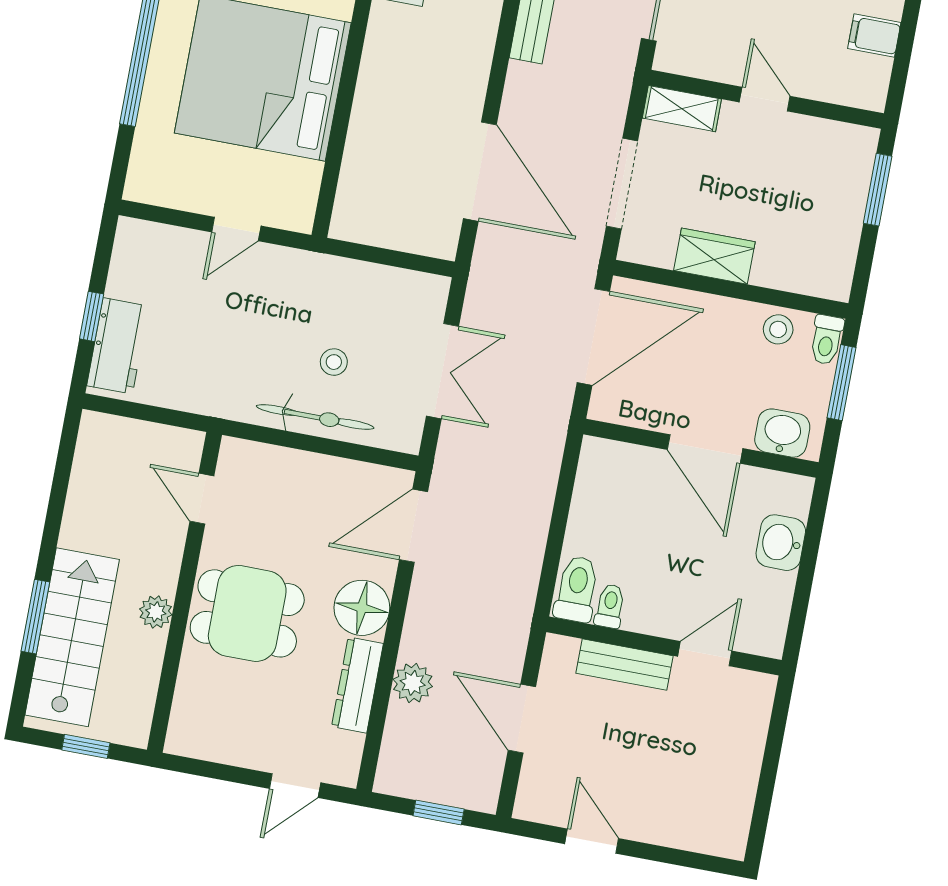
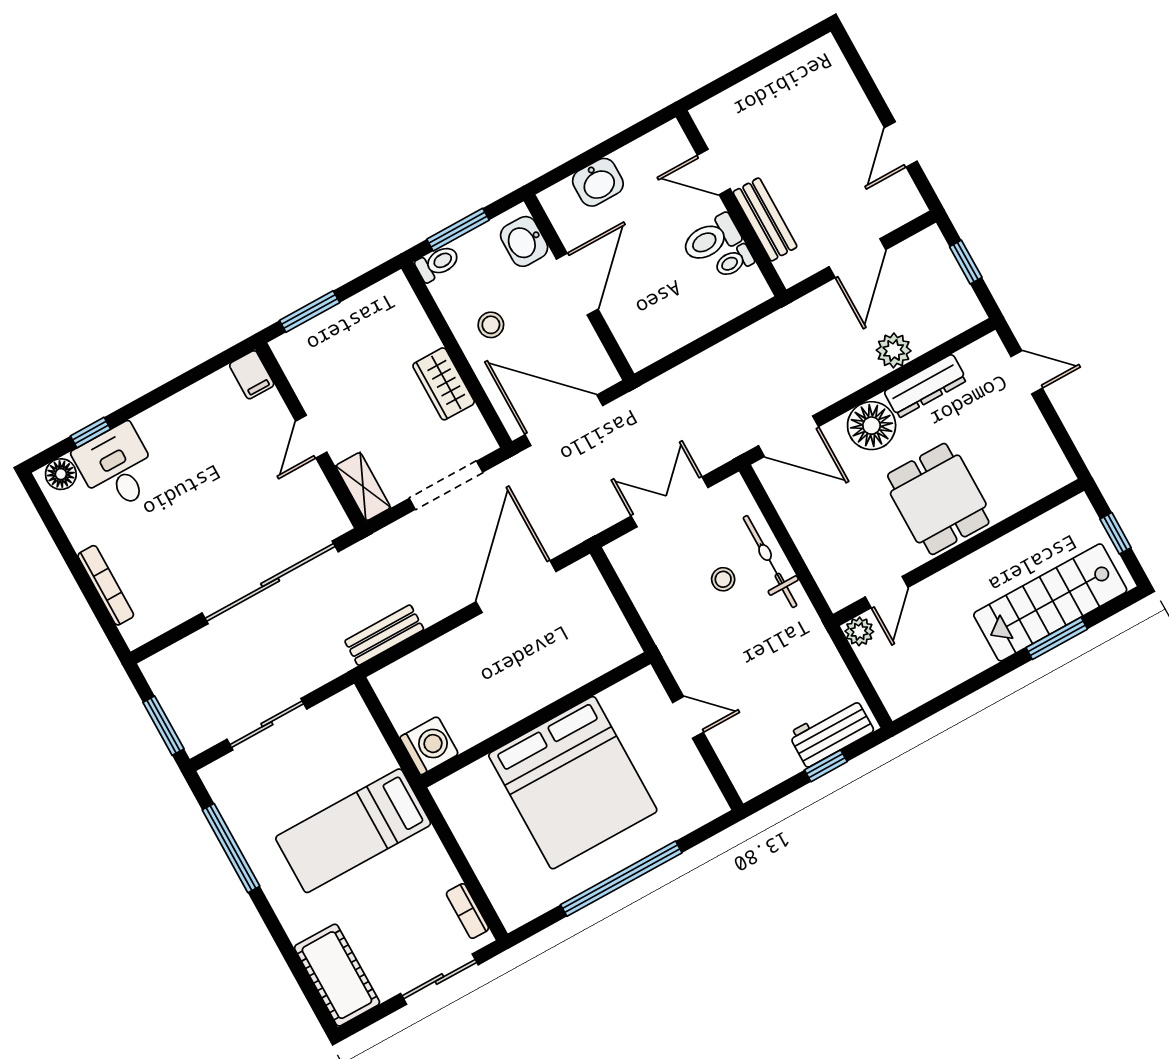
filing cabinet: (874, 35) -> (252, 375), moved
stool: (778, 329) -> (491, 325), moved
toilet: (577, 589) -> (711, 239), moved
plant: (156, 612) -> (859, 631), moved

